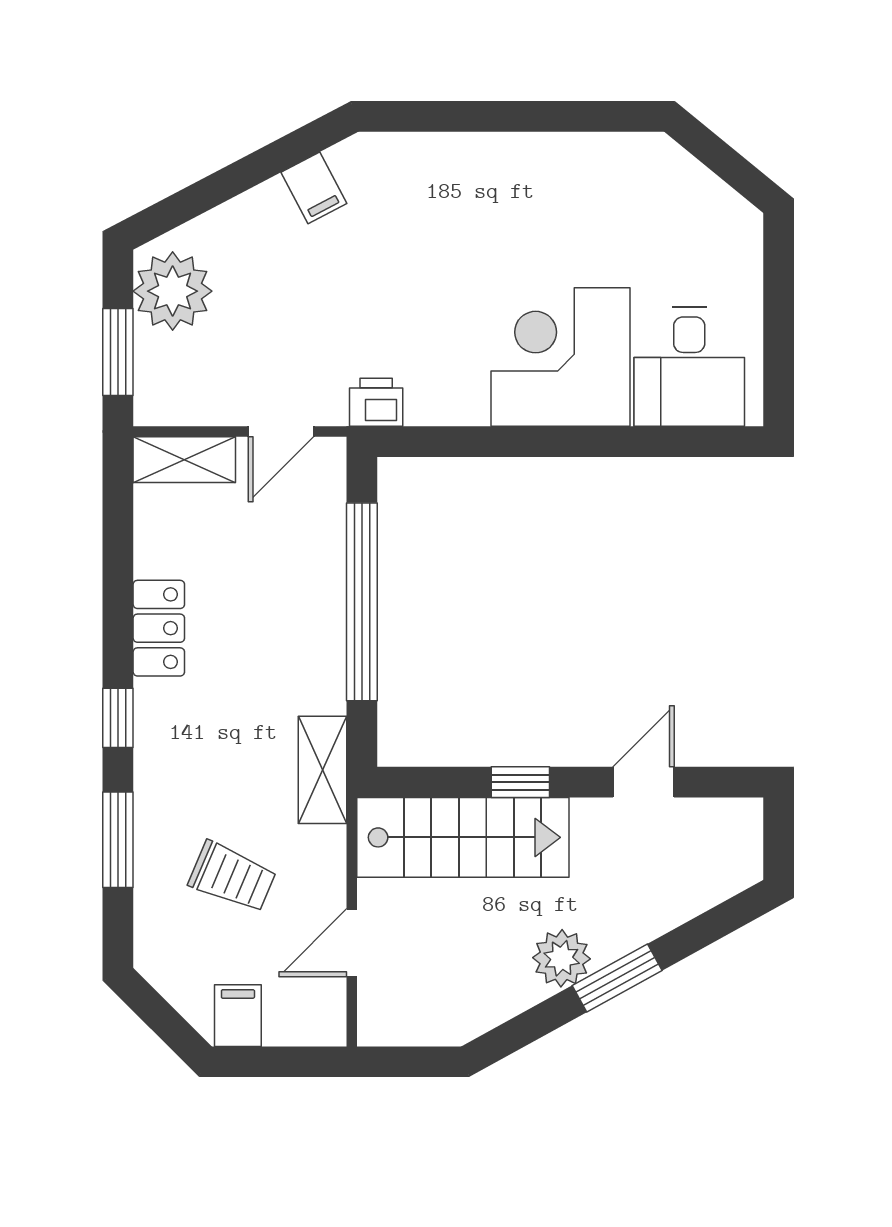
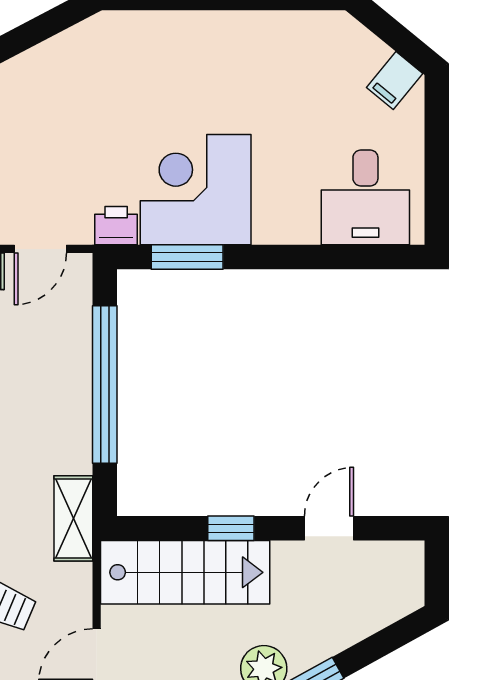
filing cabinet: (314, 188) -> (395, 81), moved, turned 67
corner desk: (561, 357) -> (196, 190), moved
window: (465, 442) -> (187, 257), added

